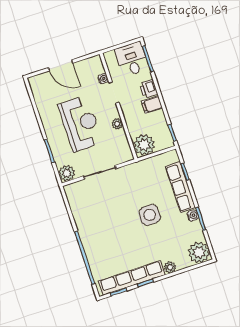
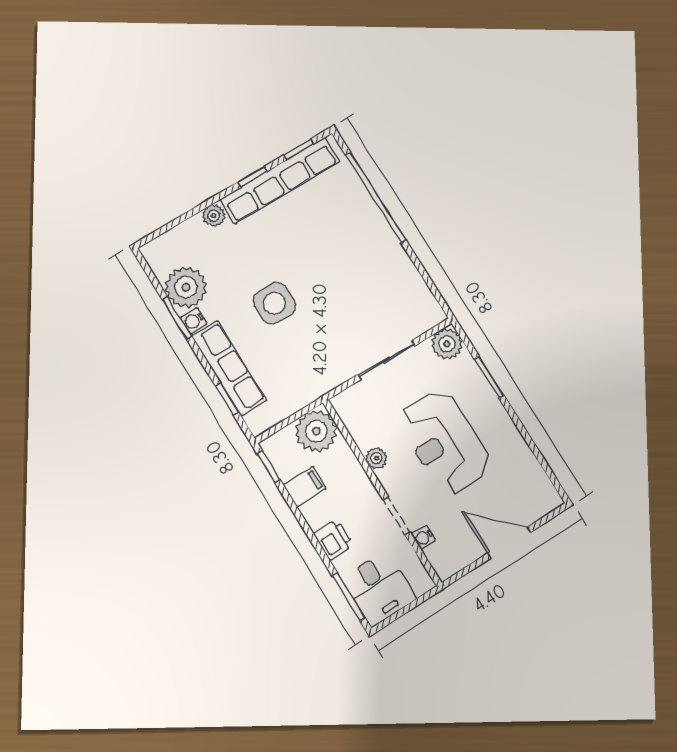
filing cabinet: (152, 105) -> (305, 487), moved
plant: (199, 252) -> (186, 287), moved

